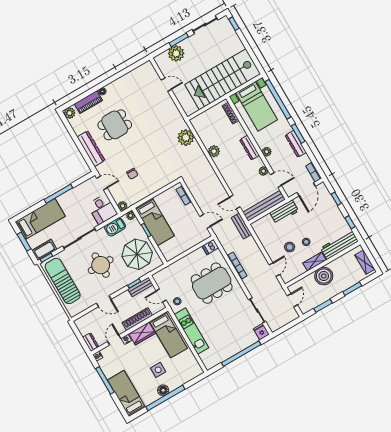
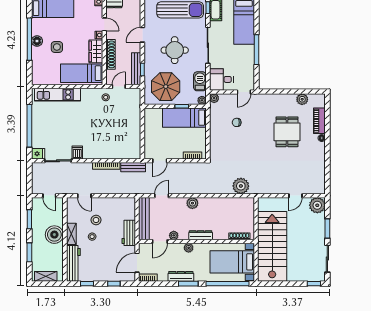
plant: (176, 53) -> (317, 205), moved
plant: (70, 113) -> (302, 99), moved
dresser: (91, 149) -> (279, 100), removed
plant: (214, 151) -> (192, 203), moved
door: (306, 189) -> (137, 263), hinge flipped
bench: (241, 226) -> (133, 167), moved
dishwasher: (210, 247) -> (77, 153), moved
dining table: (212, 283) -> (104, 136), removed
bench: (140, 287) -> (136, 69), width x1.36
kitchen unit: (191, 331) -> (58, 95), moved

